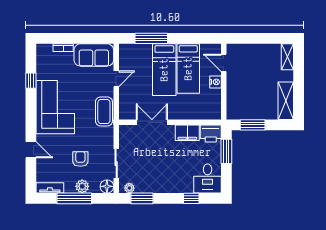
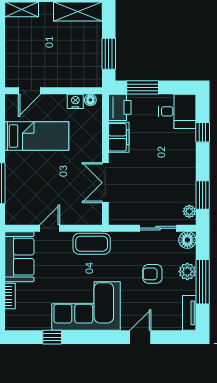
bed: (164, 70) -> (38, 167), removed
door: (116, 79) -> (50, 228), hinge flipped
nightstand: (215, 82) -> (75, 101), moved
floor lamp: (217, 111) -> (90, 100), added

